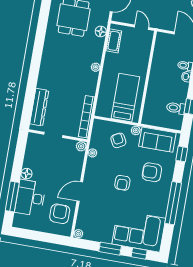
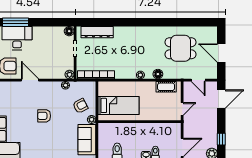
floor lamp: (101, 31) -> (158, 74), moved
armchair: (152, 172) -> (58, 140), removed
floor lamp: (27, 174) -> (69, 31), moved

